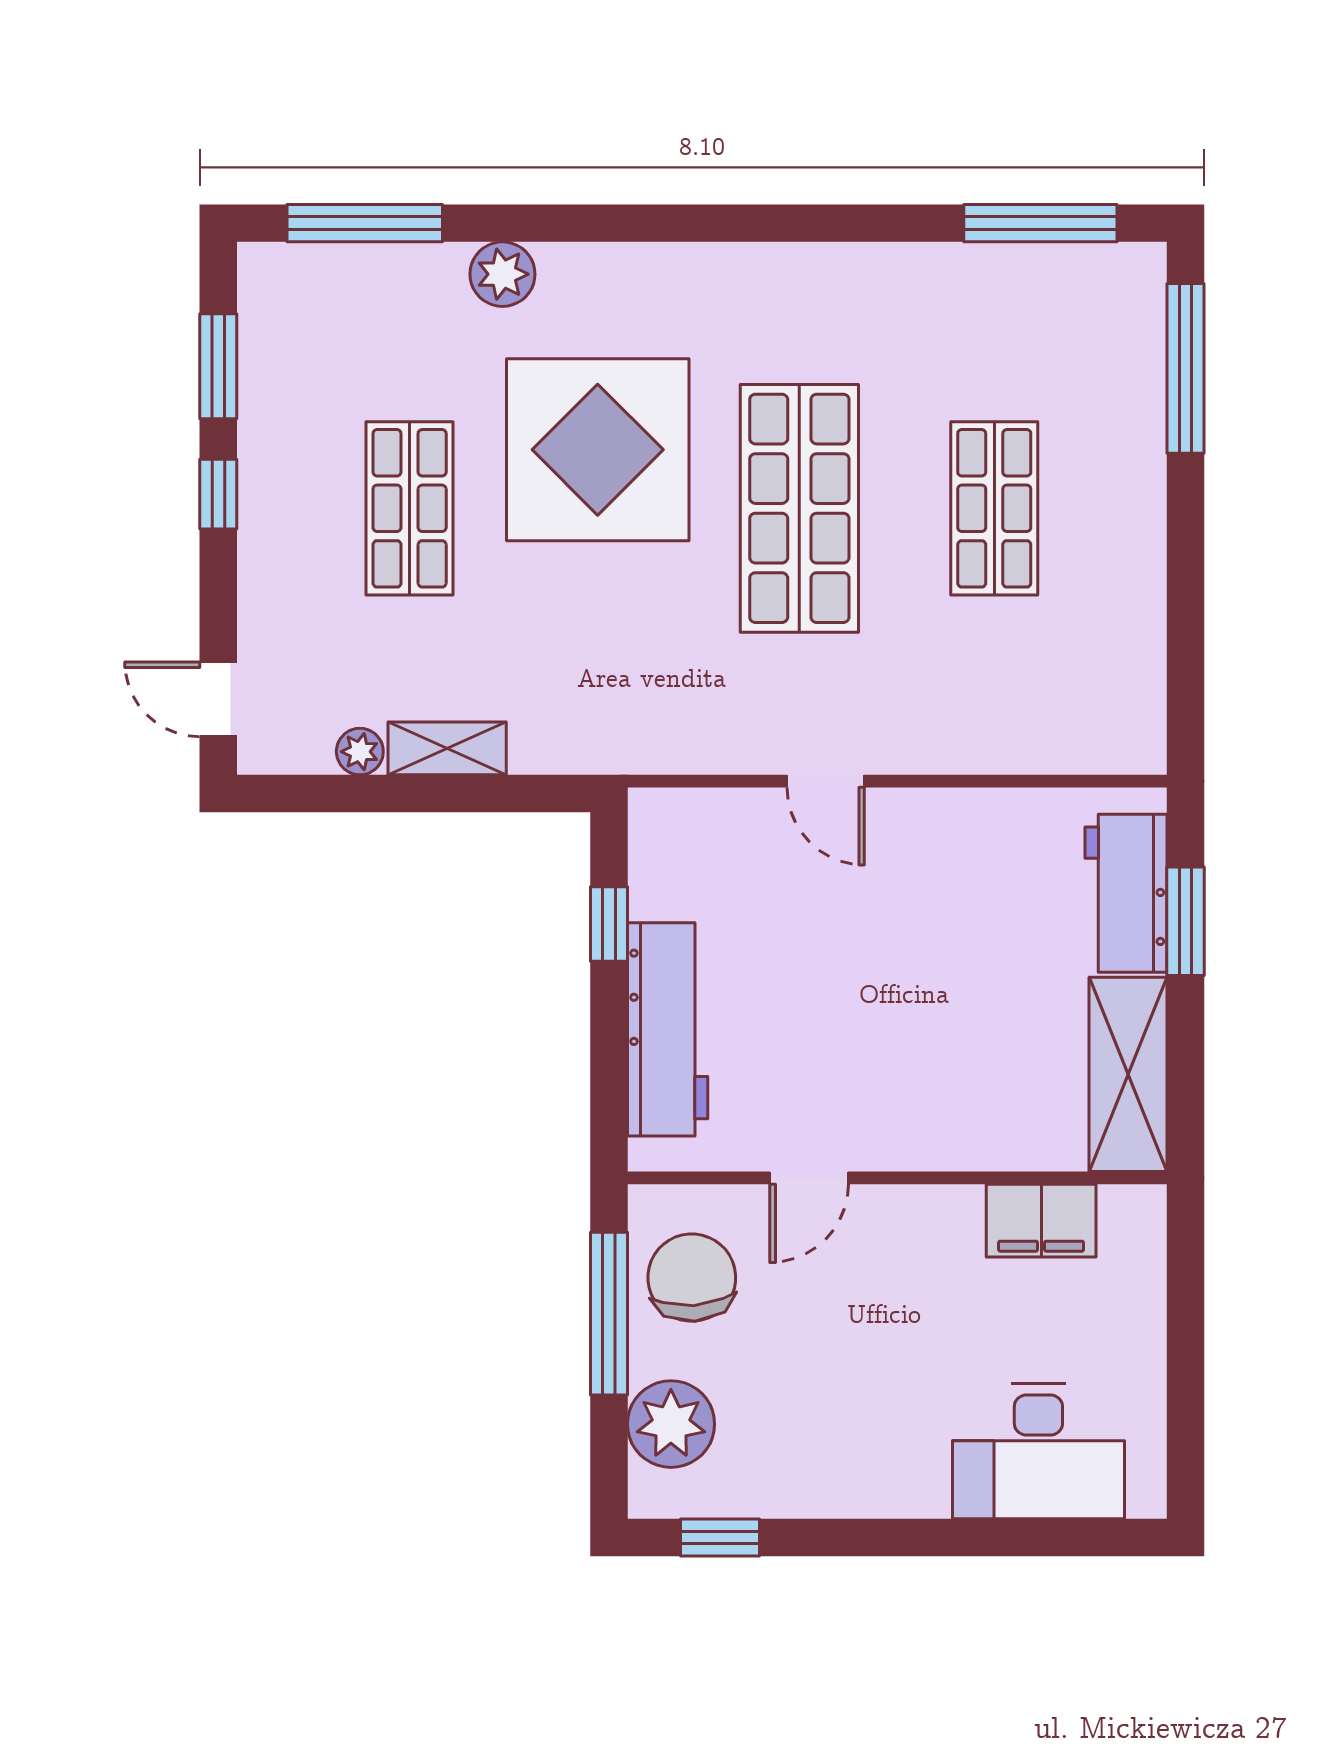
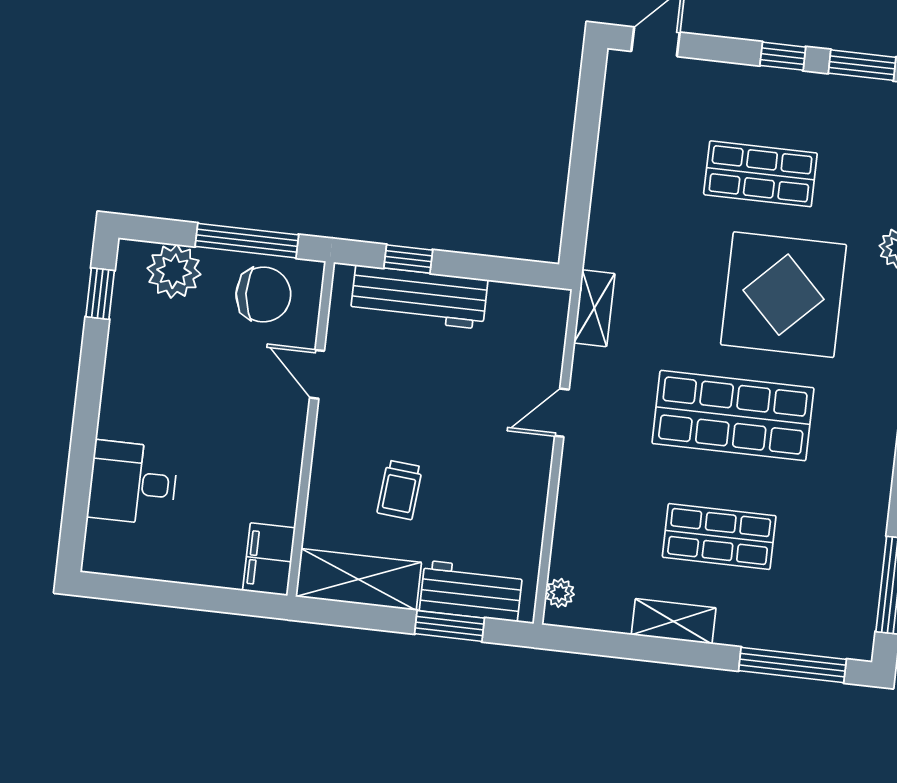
shelving: (1138, 565) -> (674, 621), added
shelving: (447, 748) -> (594, 308), moved
plant: (360, 752) -> (560, 593), moved
window: (609, 924) -> (408, 259), moved
trolley: (978, 1025) -> (400, 490), added
filing cabinet: (1041, 1221) -> (269, 559), moved
desk: (1038, 1451) -> (133, 483), width x0.73

